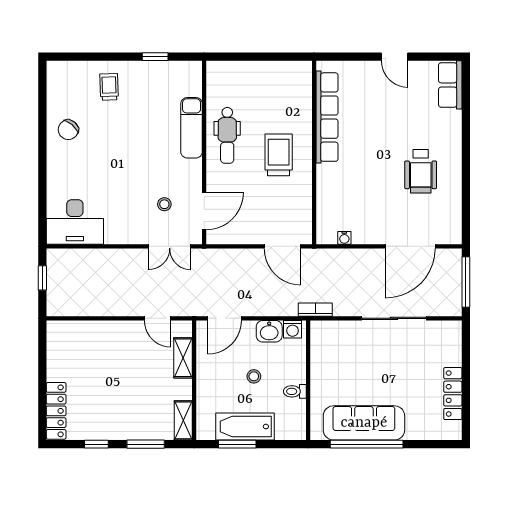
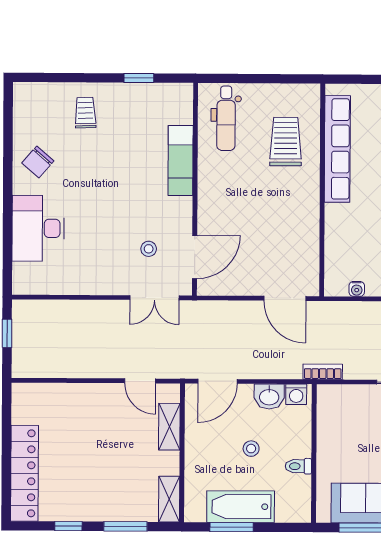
dental chair: (227, 135) -> (226, 118), moved
trolley: (279, 155) -> (286, 142), moved
desk: (75, 222) -> (38, 228), moved, turned 90
locker: (56, 411) -> (24, 473), width x1.41, depth x1.21

